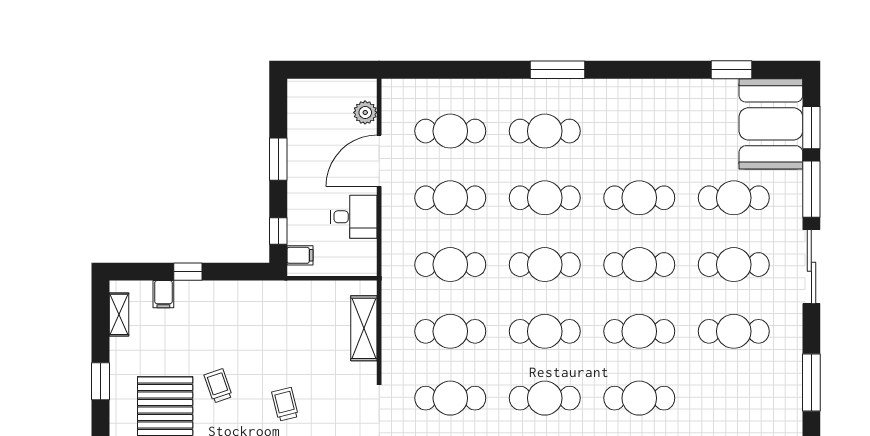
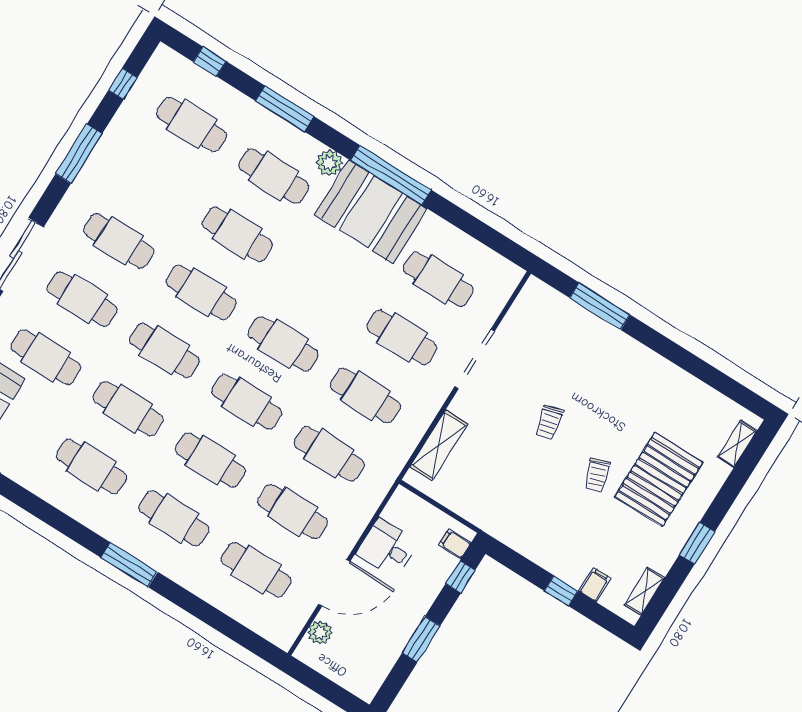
cafe table: (545, 398) -> (92, 467), moved

